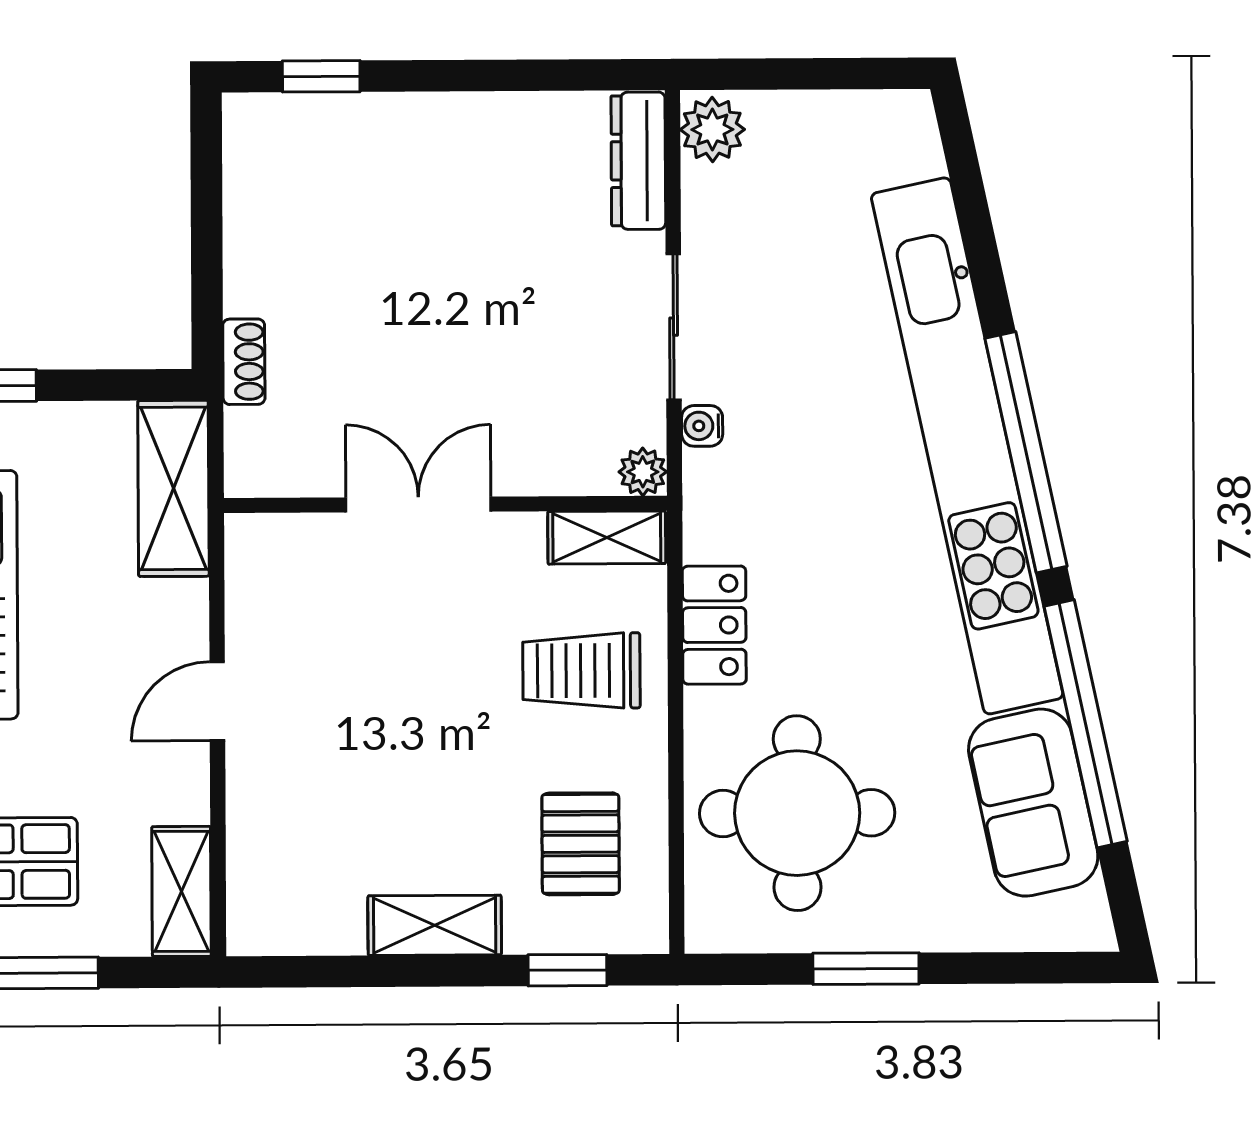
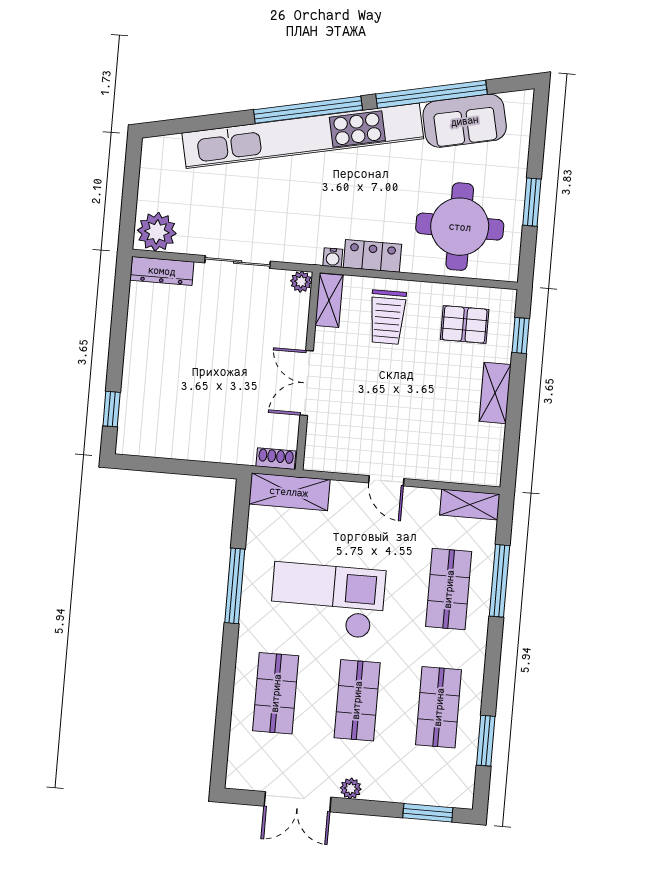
plant: (712, 129) -> (157, 232), width x1.36, depth x1.36
shoe rack: (244, 362) -> (276, 459), moved
water cooler: (702, 426) -> (333, 258), moved

